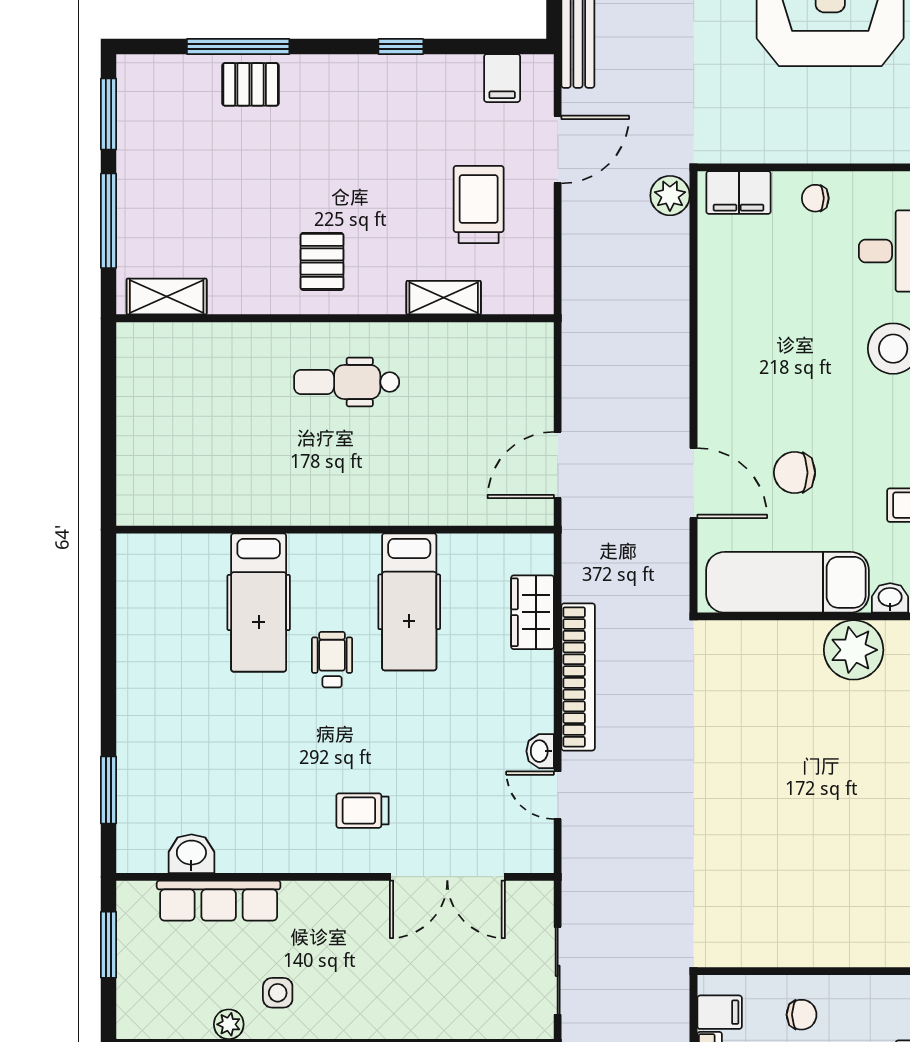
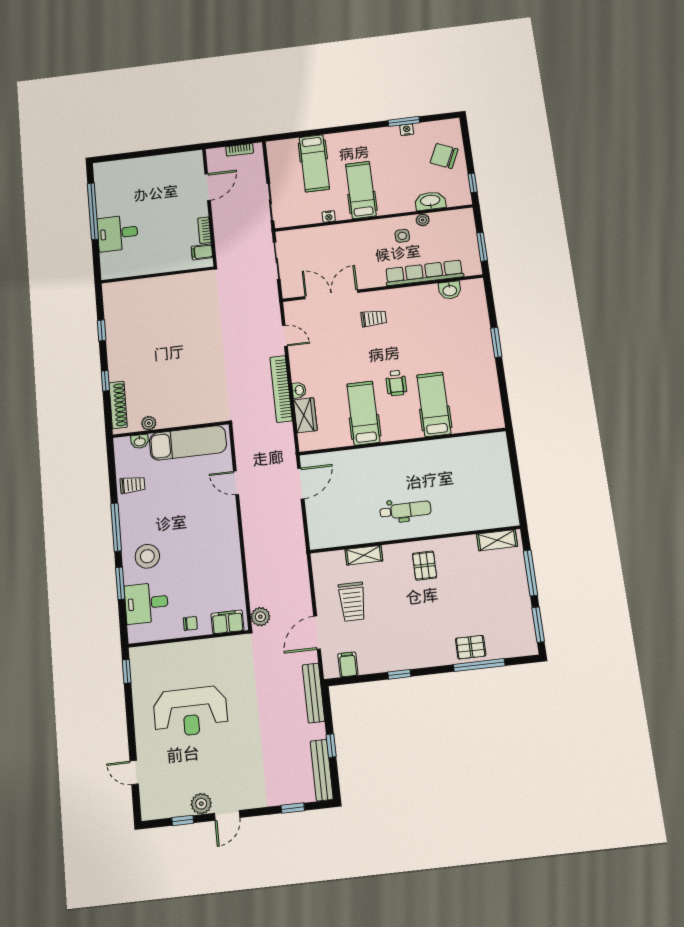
chair: (794, 473) -> (189, 493), removed
door: (694, 483) -> (236, 483), width x0.73
plant: (854, 650) -> (149, 423), width x0.53, depth x0.53
washbasin: (540, 751) -> (299, 390), moved
window: (109, 790) -> (496, 342), moved
row of seats: (219, 901) -> (424, 273), width x1.36
chair: (802, 1015) -> (165, 255), removed

